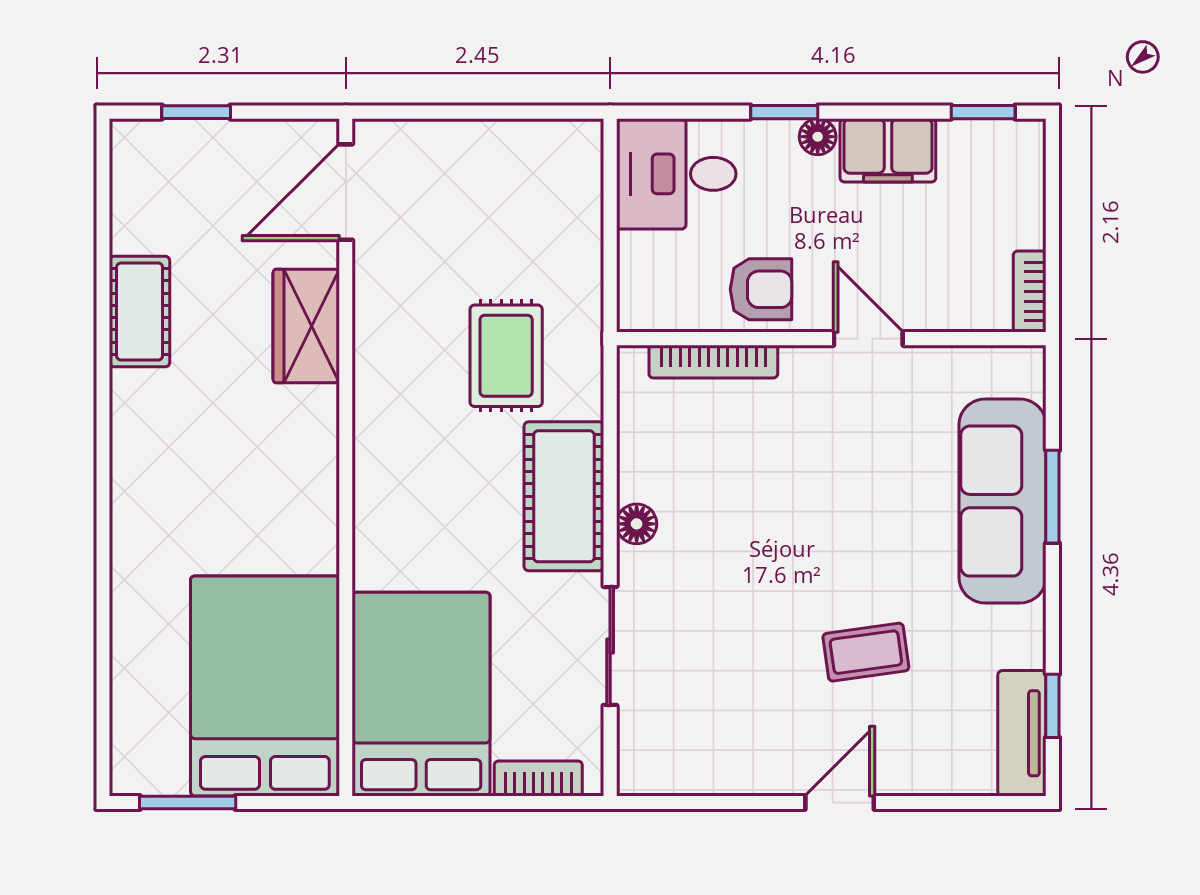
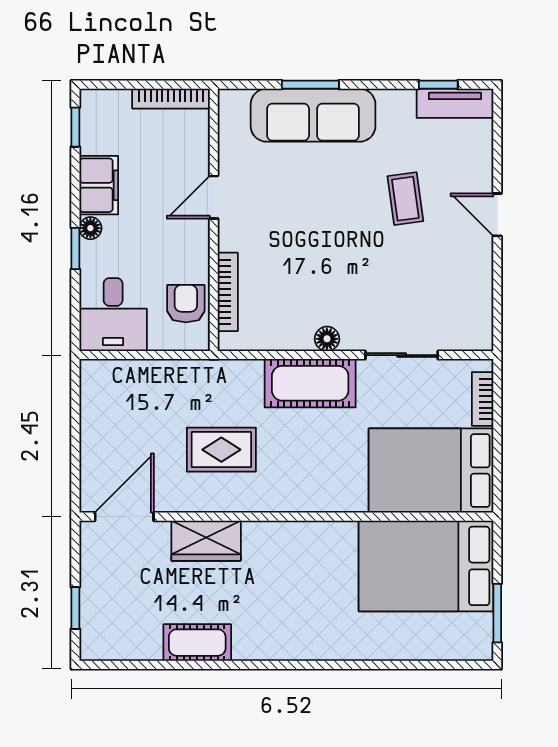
door: (346, 192) -> (124, 517), swing flipped
armchair: (761, 289) -> (186, 304), moved
bookcase: (1030, 291) -> (171, 99), width x1.56
rug: (506, 356) -> (221, 450), moved

